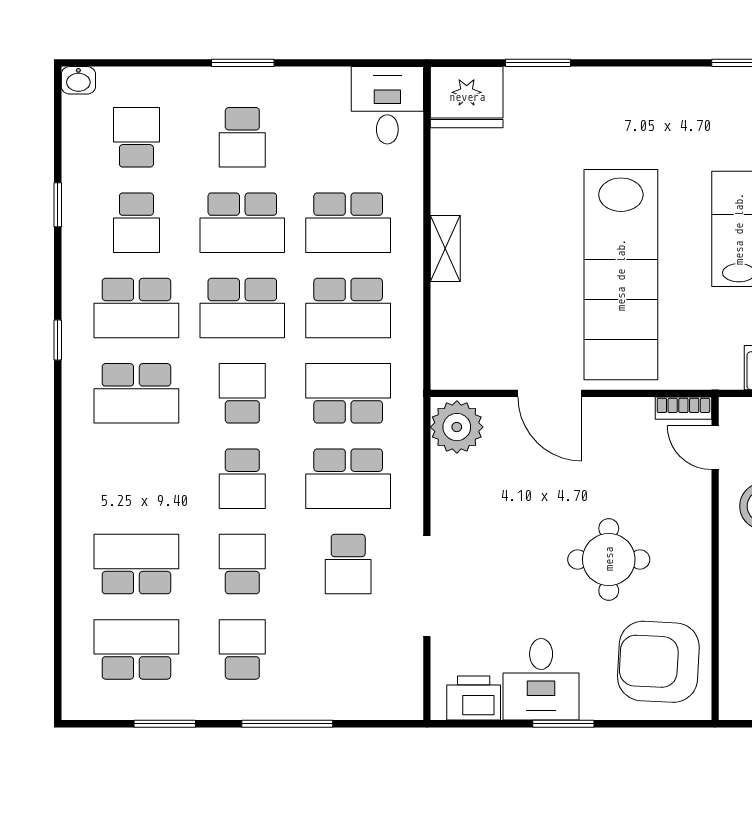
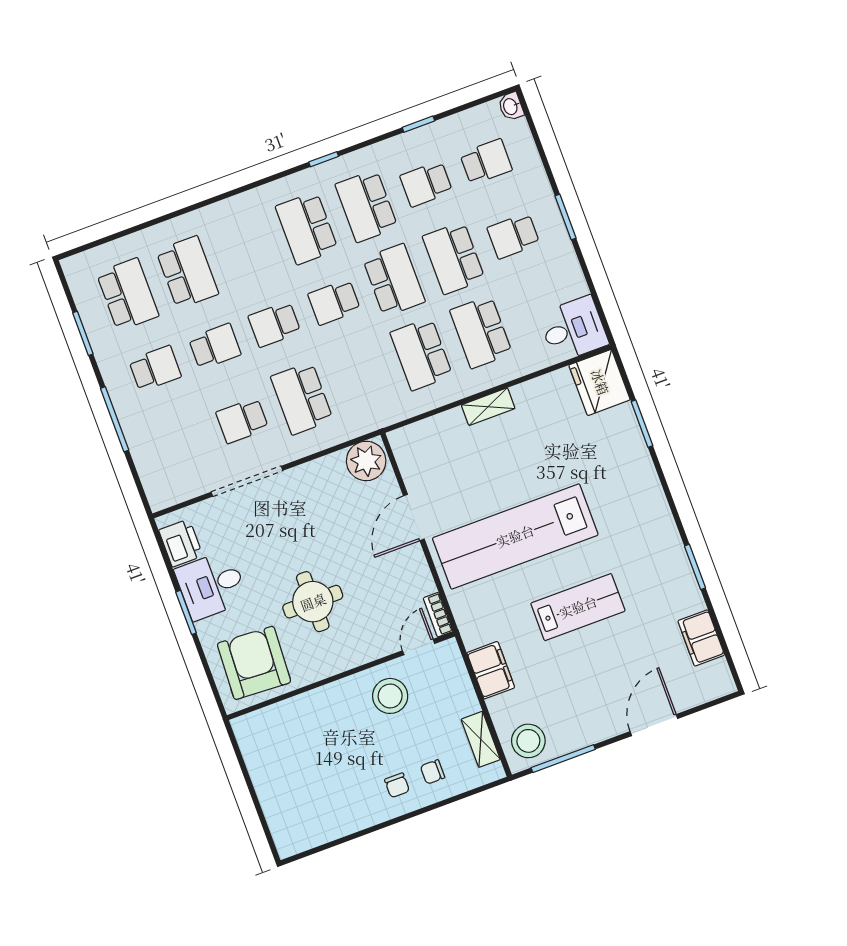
school desk: (242, 308) -> (394, 280), turned 180
school desk: (242, 393) -> (334, 302), turned 180
school desk: (348, 393) -> (362, 376), removed

